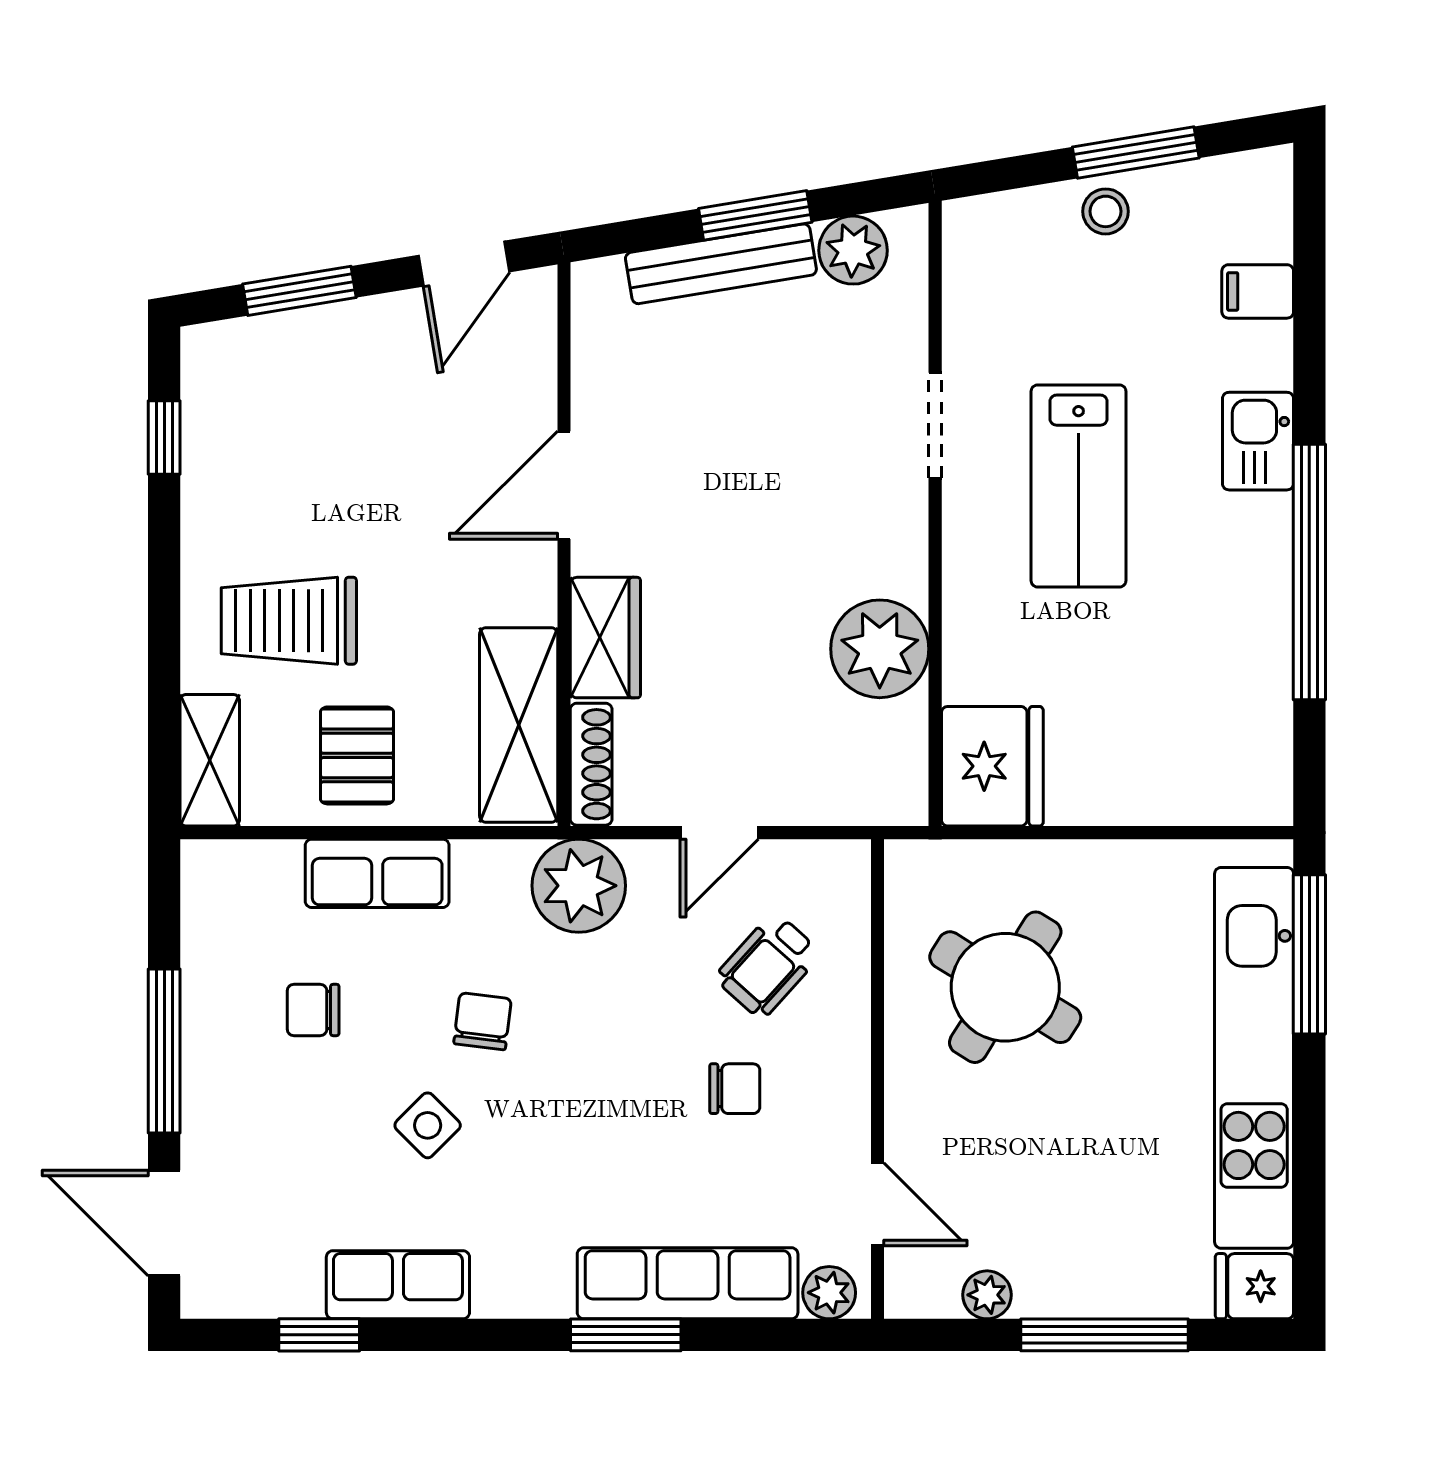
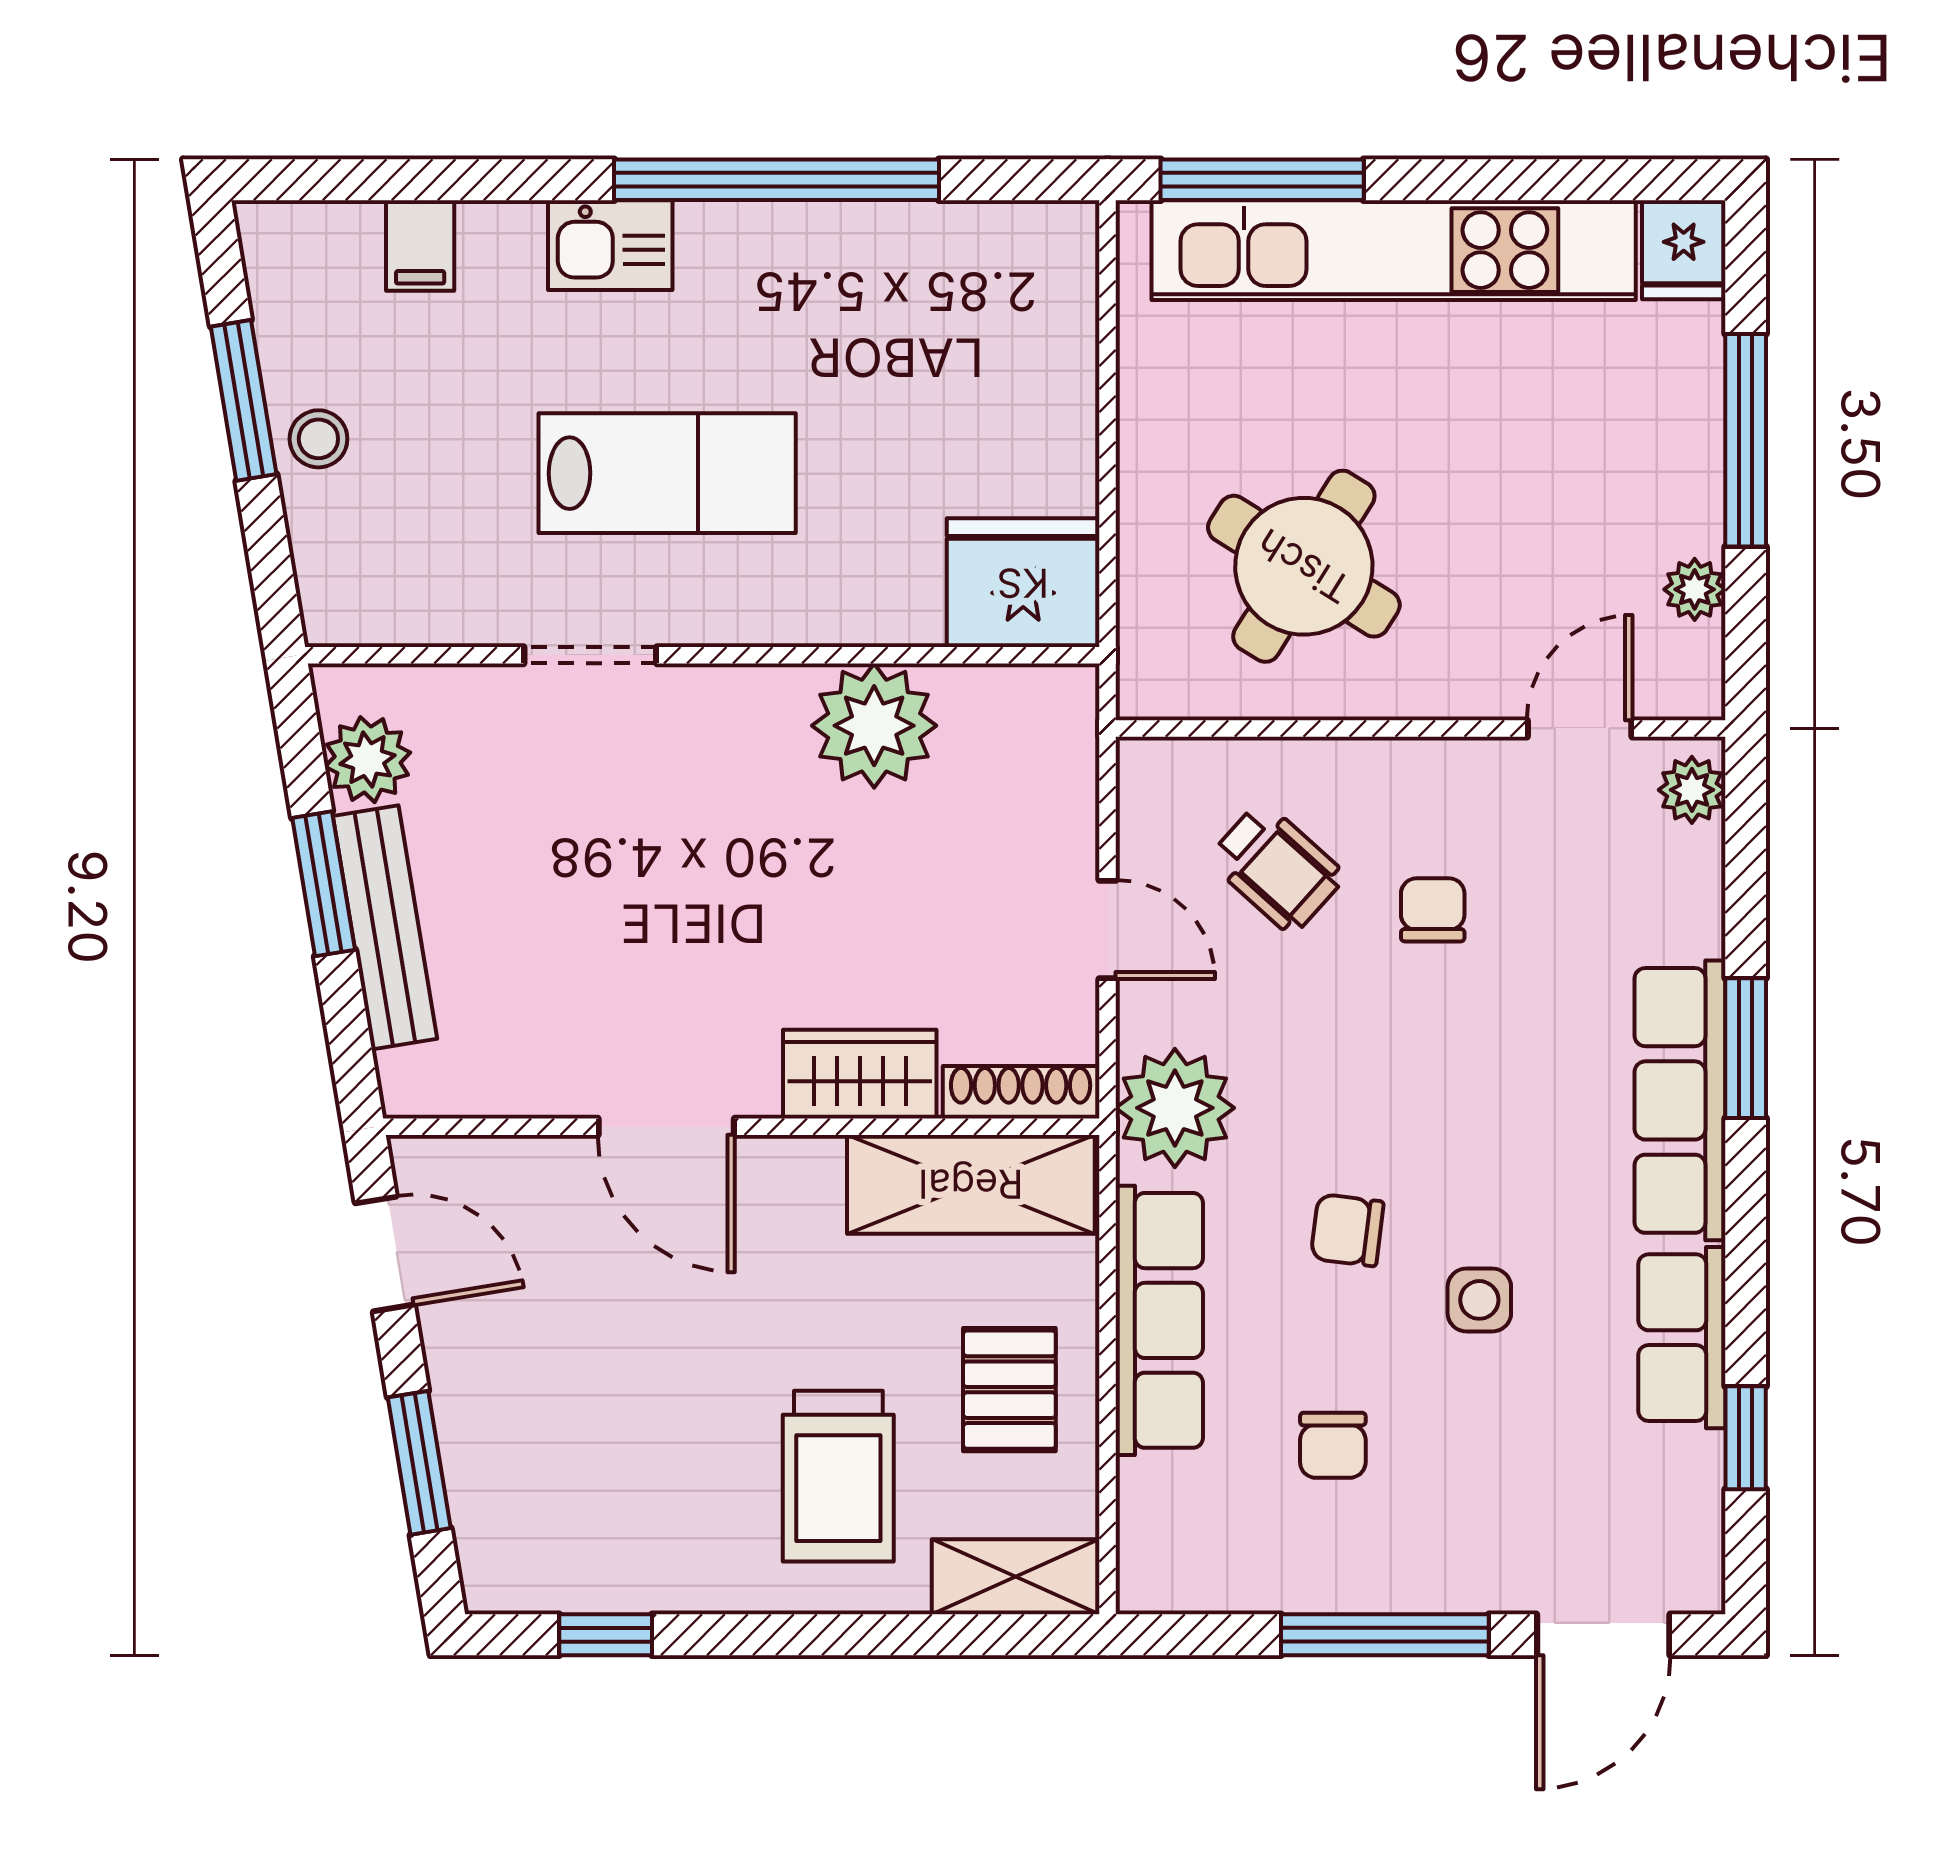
pallet: (357, 755) -> (1009, 1390), turned 90
row of seats: (377, 873) -> (1159, 1320), width x1.48
side table: (428, 1125) -> (1479, 1300), turned 45
row of seats: (688, 1283) -> (1680, 1100), moved

